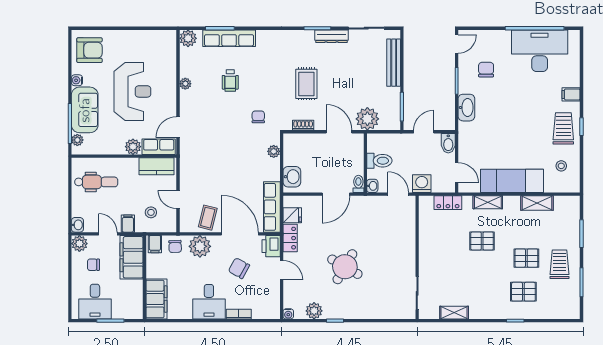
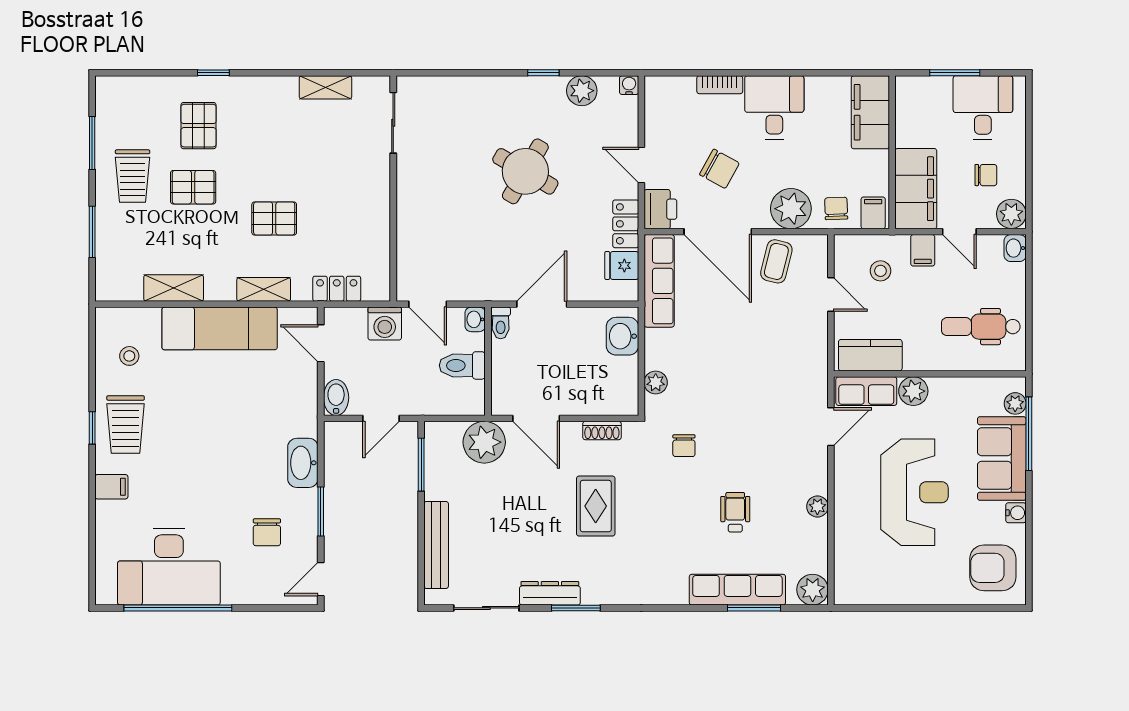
reception desk: (132, 91) -> (914, 492), turned 180
pallet: (523, 292) -> (199, 126), turned 90

